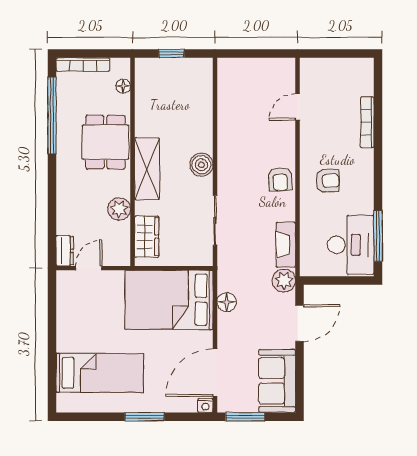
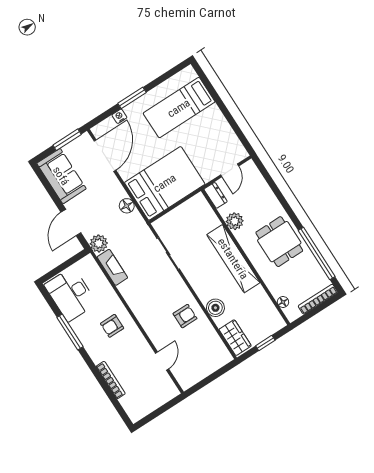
dining table: (105, 142) -> (279, 242), moved
boiler: (201, 165) -> (215, 308), moved
shelving: (147, 169) -> (233, 259), width x1.47
armchair: (280, 179) -> (185, 316), moved, turned 93
window: (378, 236) -> (70, 332), moved
wardrobe: (147, 237) -> (235, 338), moved, turned 180
dresser: (65, 251) -> (216, 195), moved, turned 180
nightstand: (205, 405) -> (119, 116), moved

